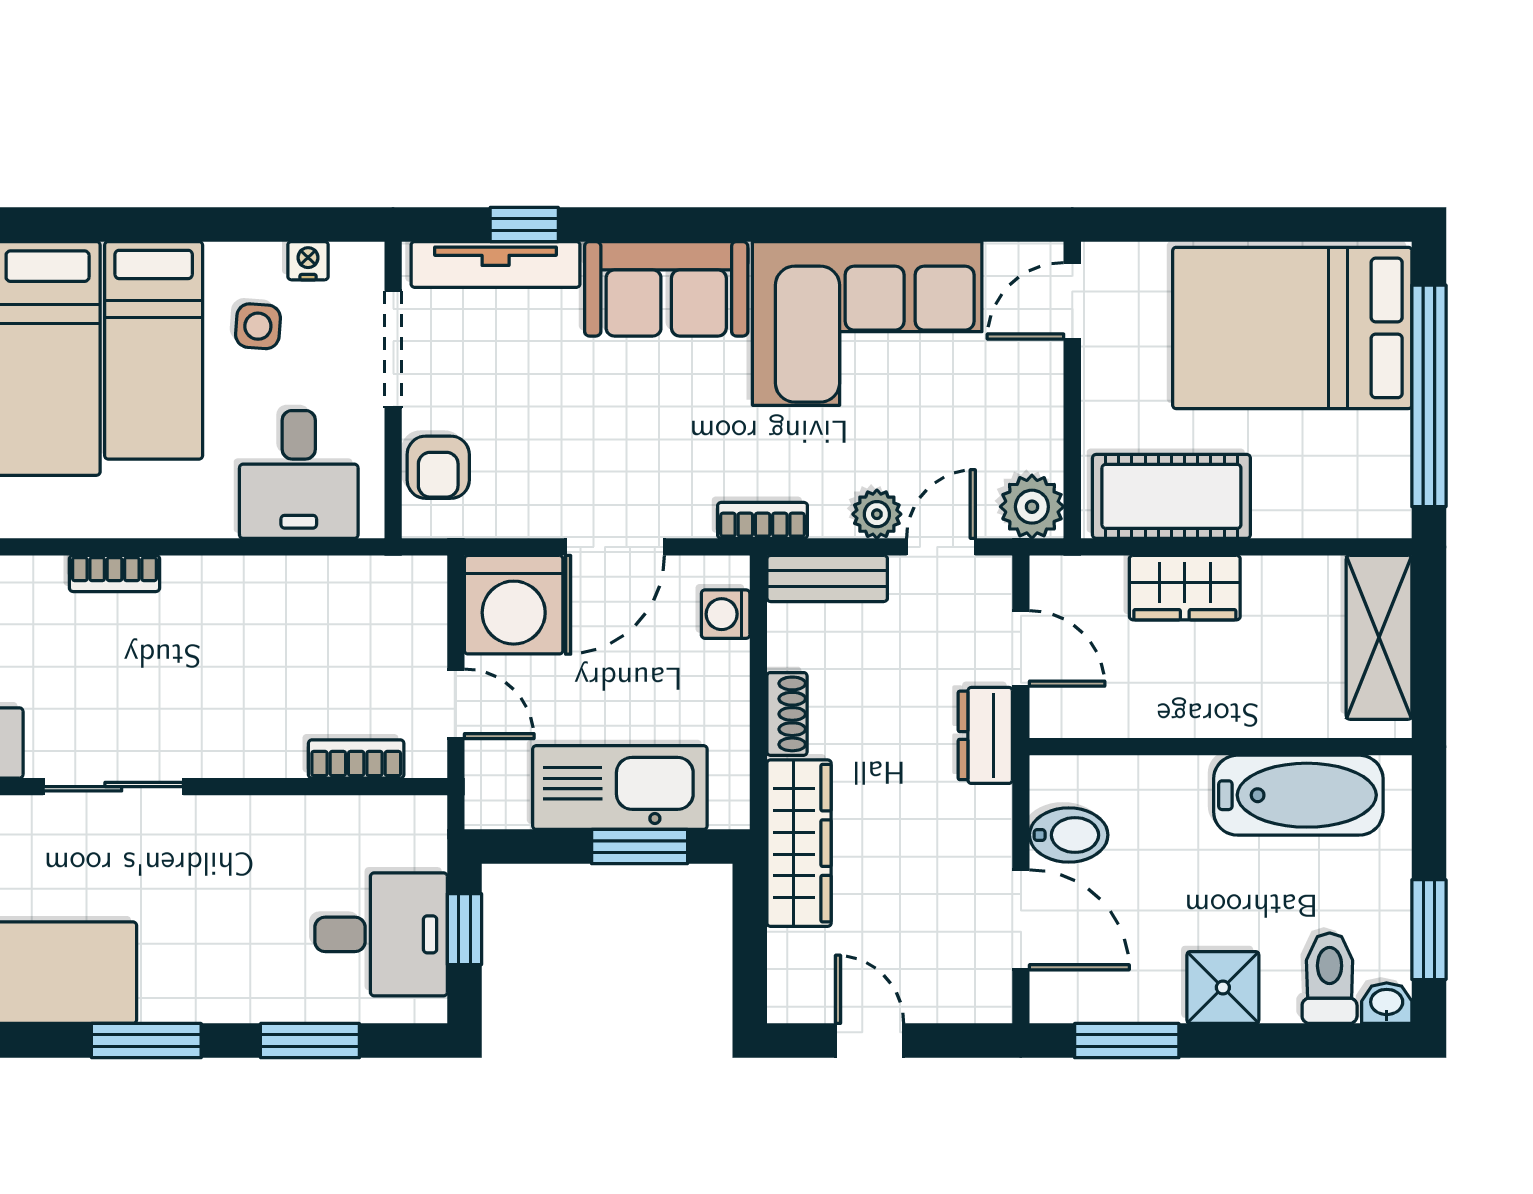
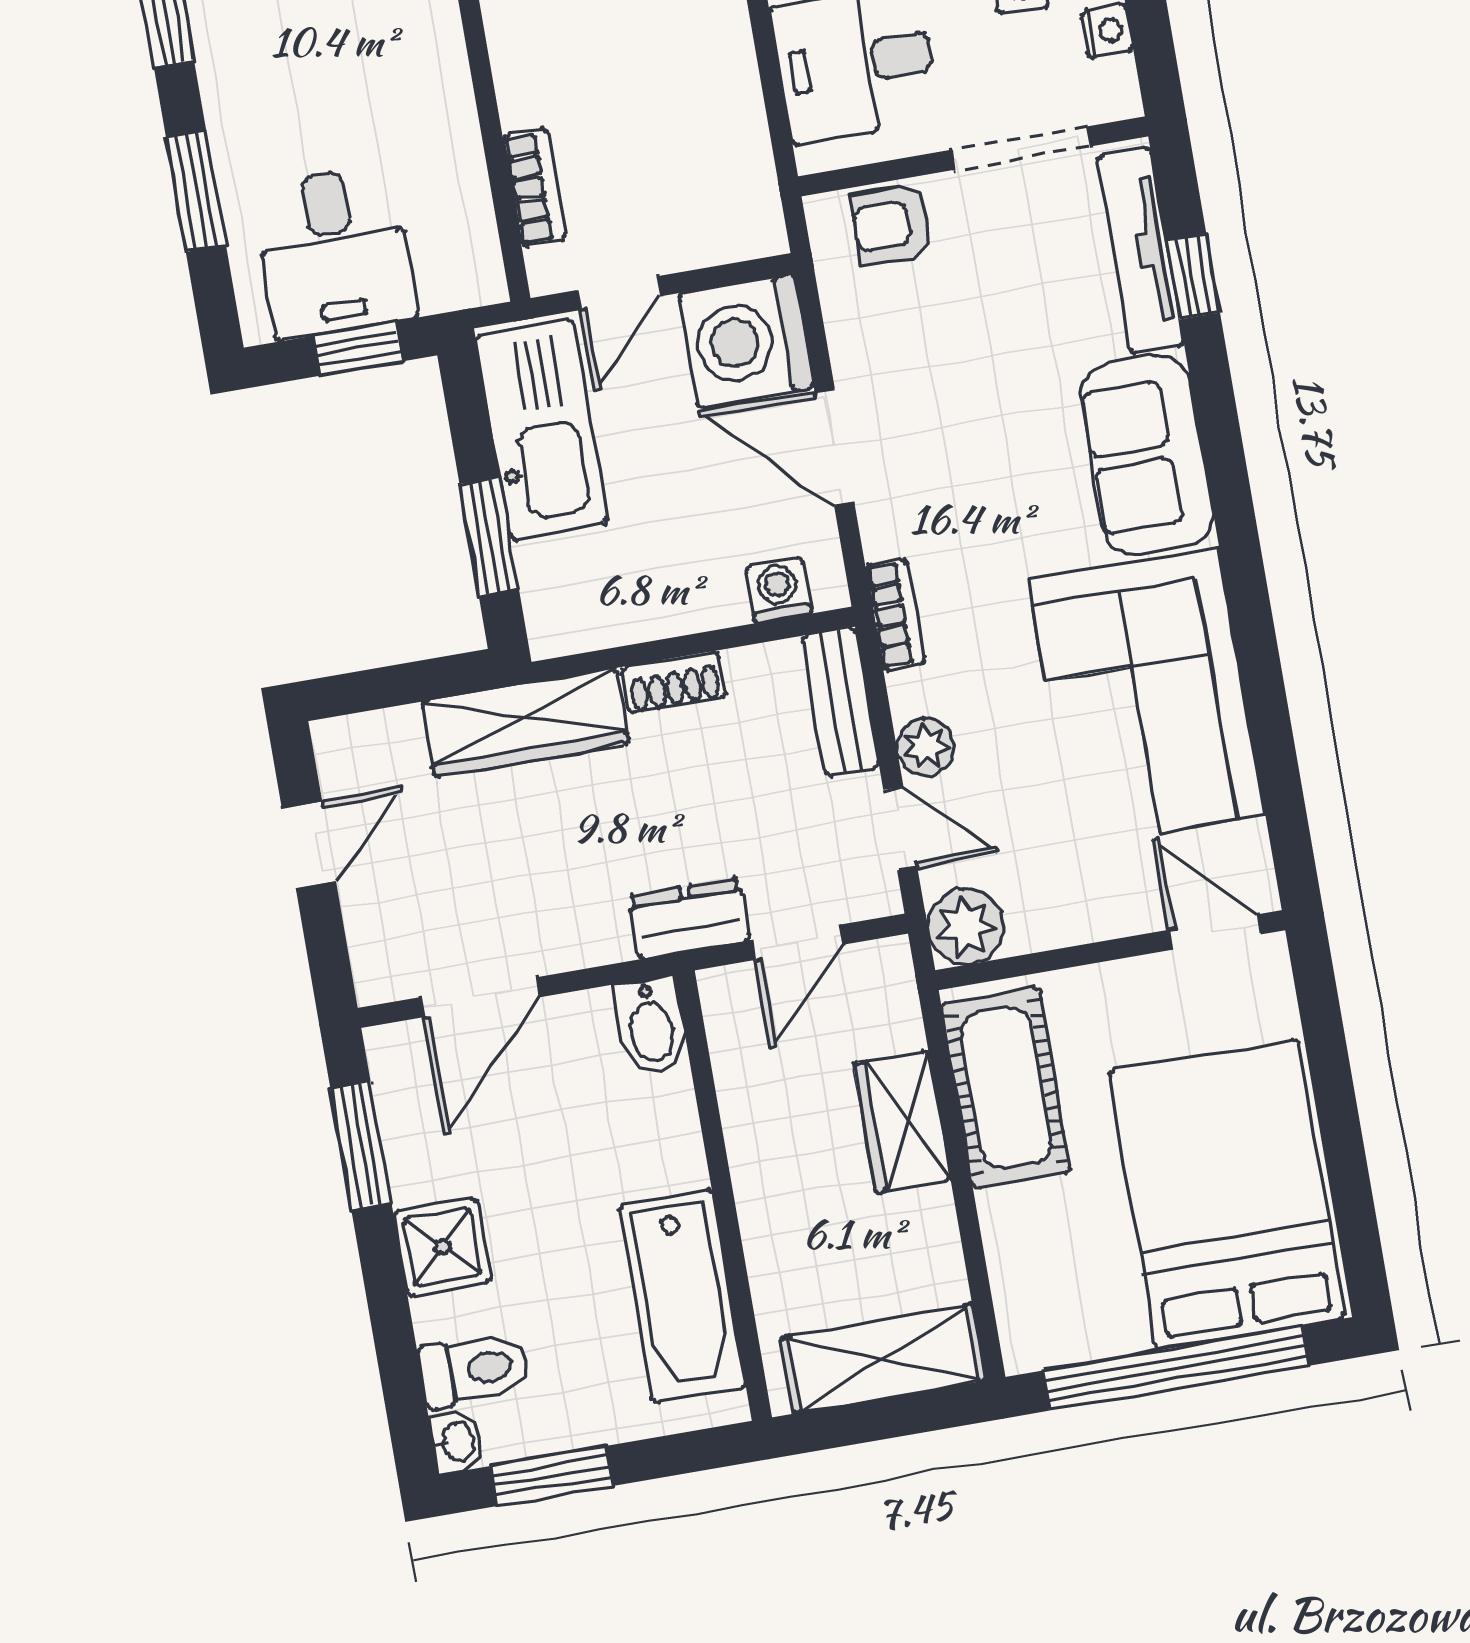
kitchen sink: (620, 788) -> (542, 430), moved
bidet: (1069, 835) -> (651, 1025), moved

